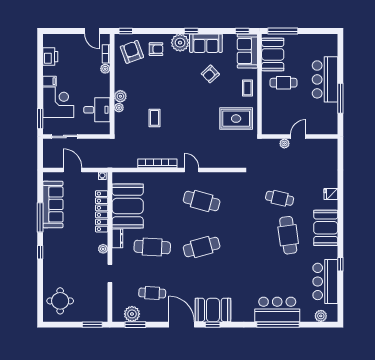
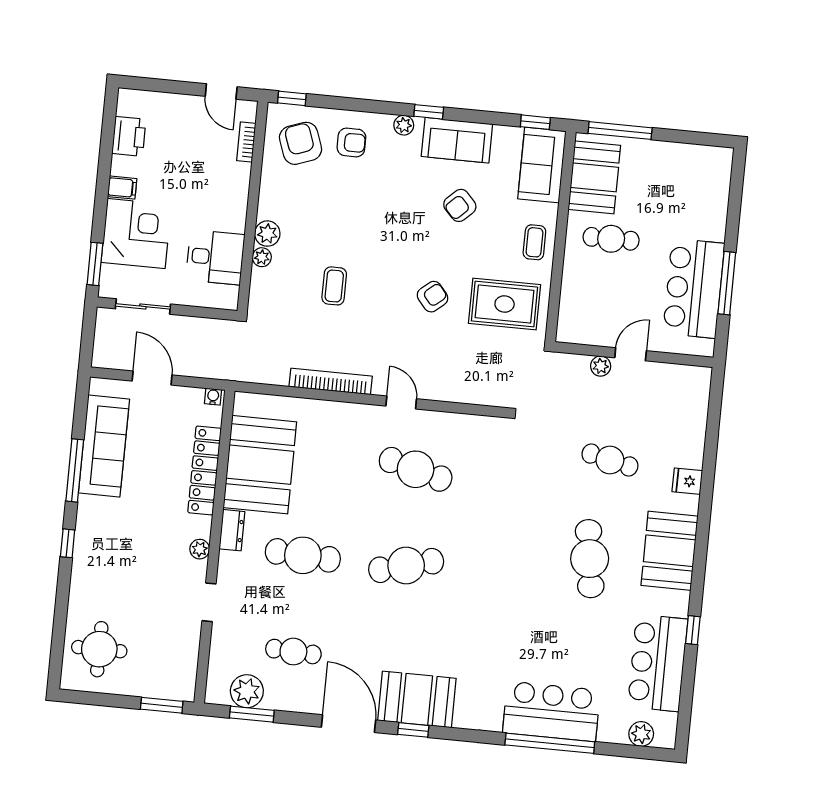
plant: (180, 43) -> (404, 125), width x0.53, depth x0.53
plant: (105, 69) -> (241, 173), removed
bar counter: (325, 79) -> (694, 288), moved
armchair: (202, 118) -> (432, 297), added
cafe table: (280, 198) -> (610, 460), moved

